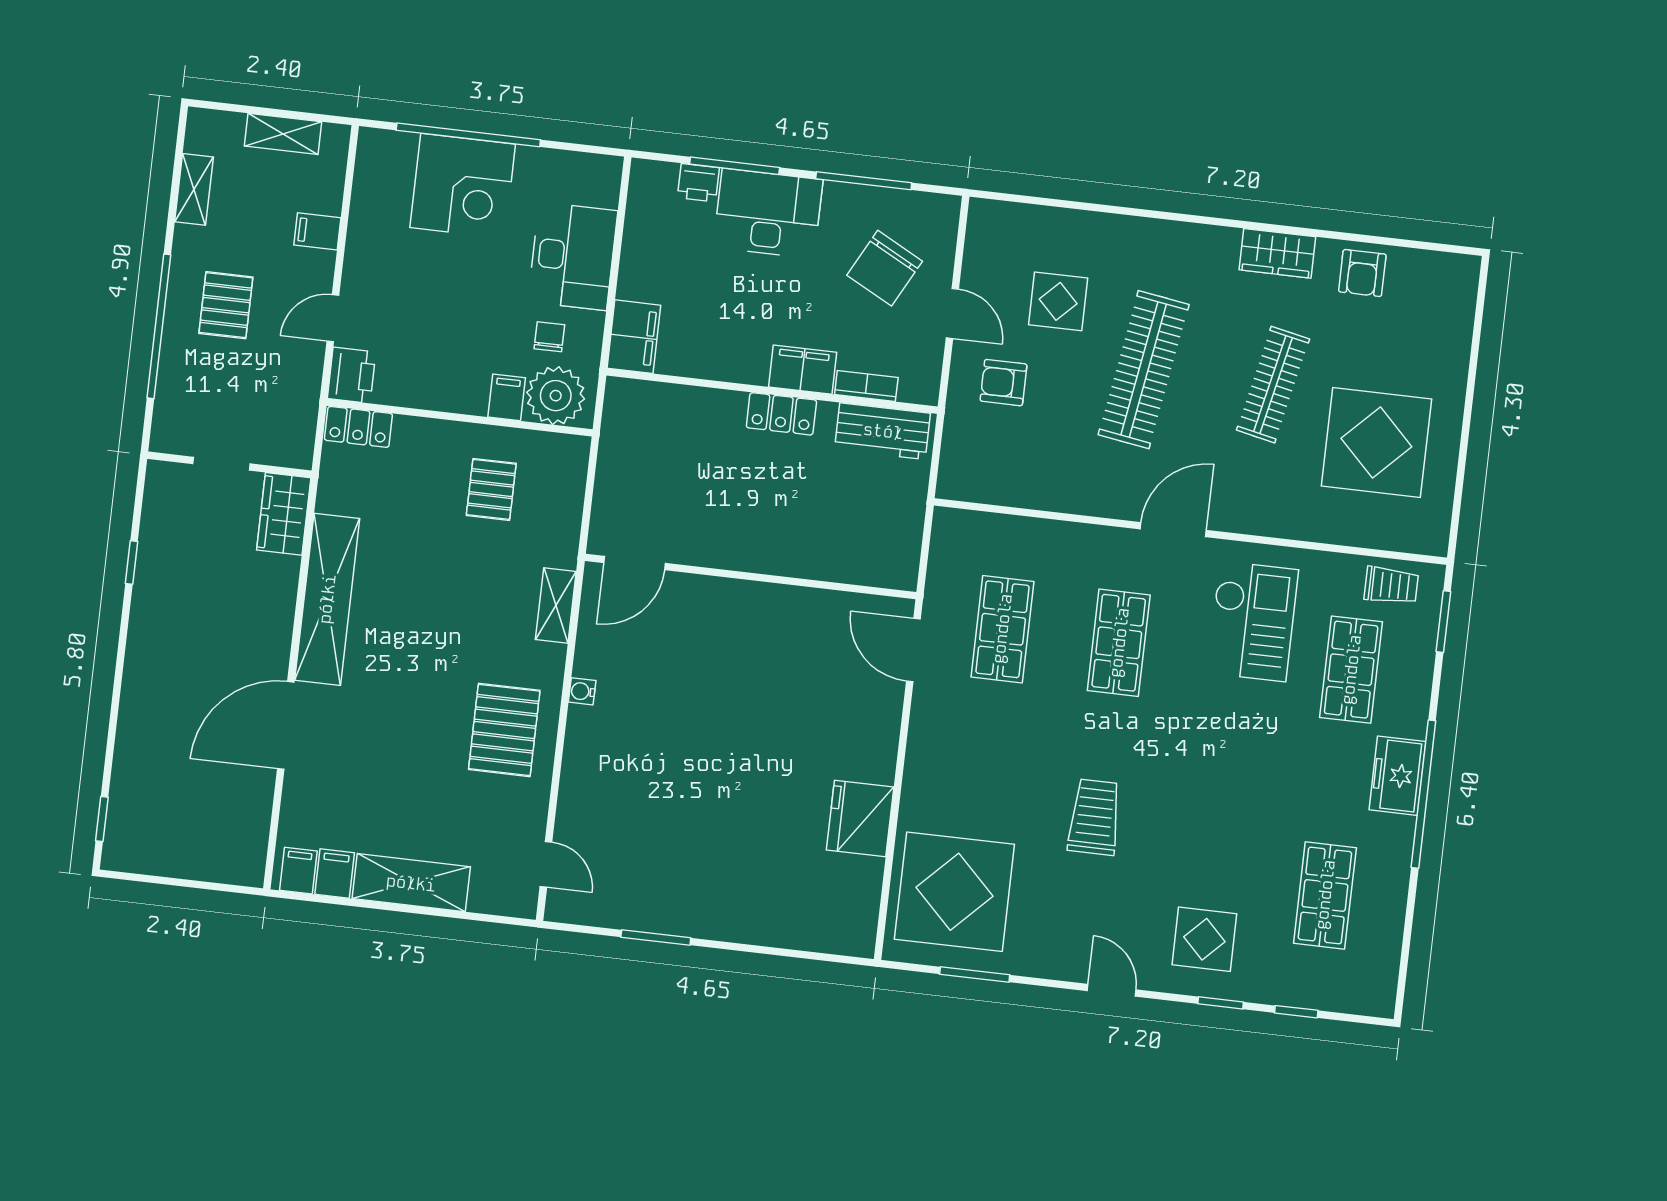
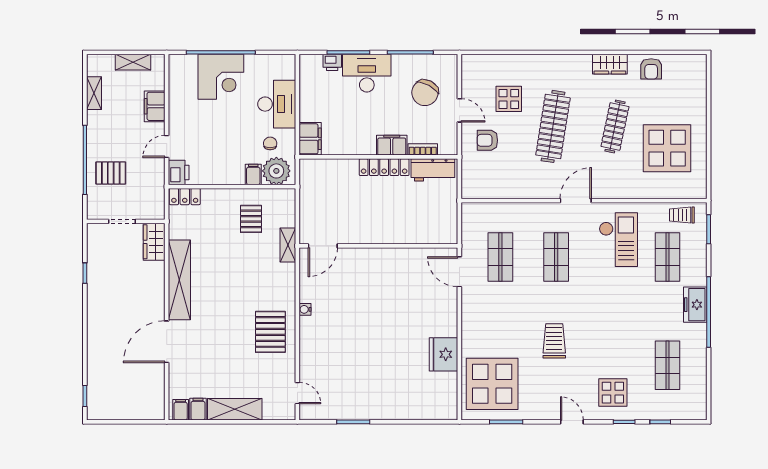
filing cabinet: (317, 231) -> (155, 106), width x2.00
pallet: (226, 305) -> (111, 173), moved, turned 90
locker: (781, 414) -> (384, 167), width x1.53
trolley: (1391, 585) -> (682, 215), turned 180
shelving: (556, 606) -> (288, 245), moved

